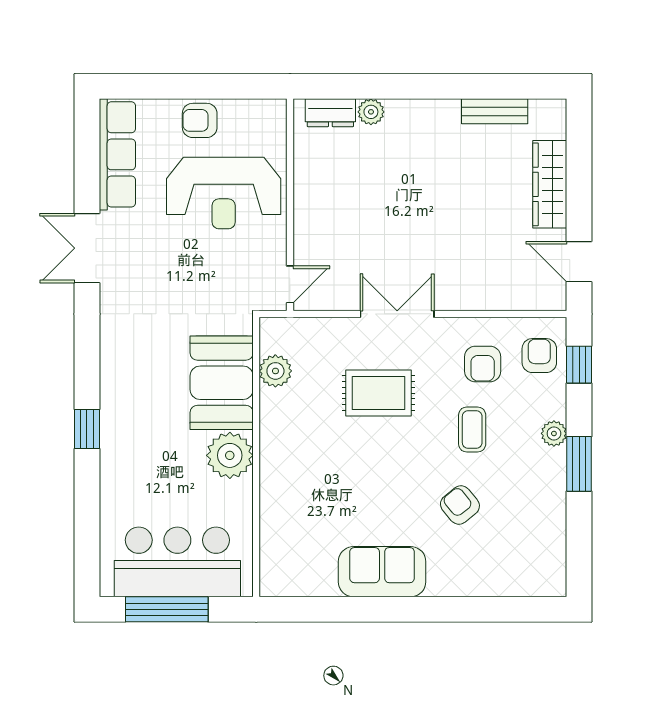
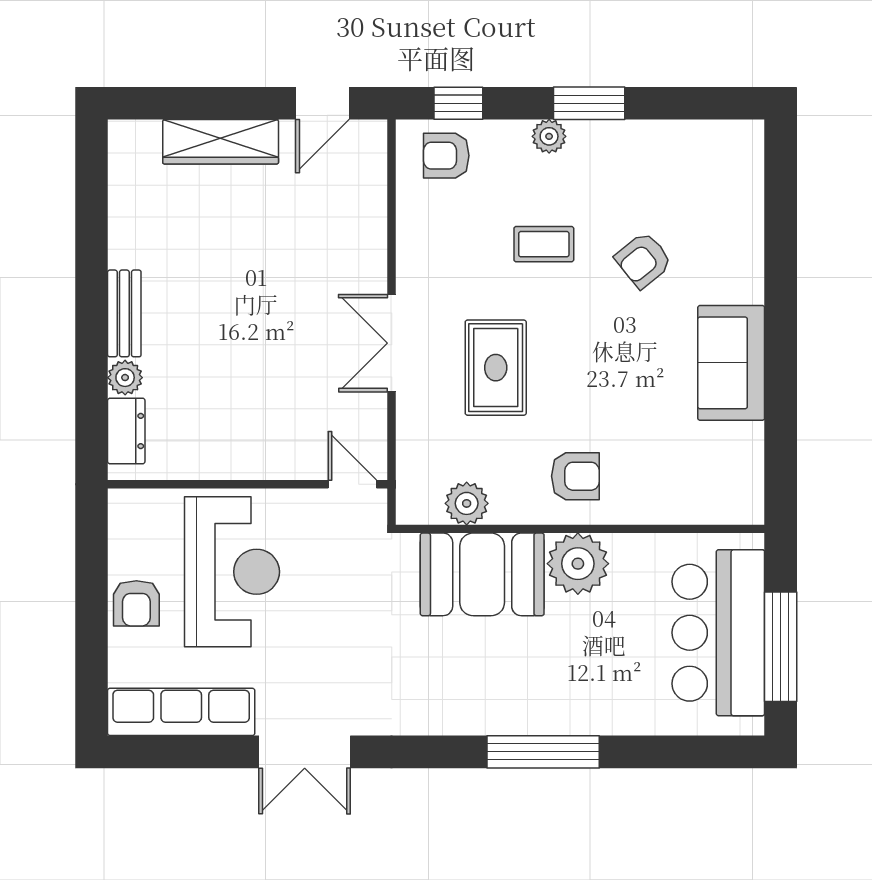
bench: (495, 111) -> (124, 313), moved
armchair: (483, 364) -> (575, 476), moved
window: (87, 429) -> (543, 752), width x2.17

